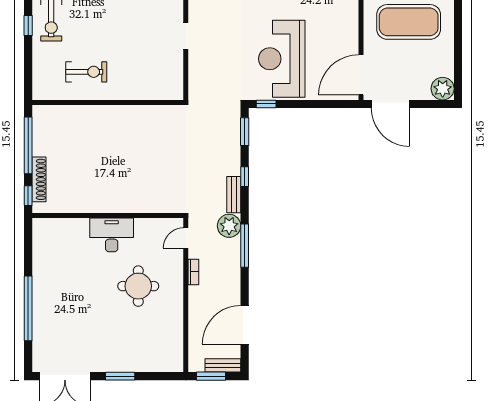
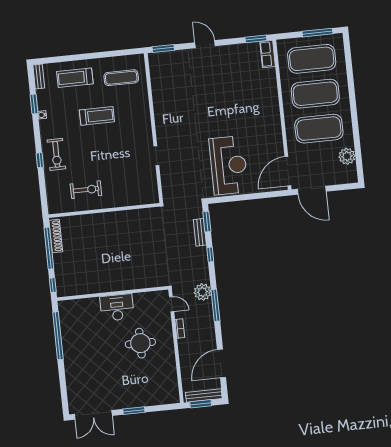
reception desk: (282, 59) -> (229, 165), turned 180
plant: (443, 89) -> (347, 156), moved
window: (266, 104) -> (221, 200), removed
shoe rack: (39, 179) -> (56, 236), moved
bench: (234, 195) -> (200, 232), moved
door: (186, 238) -> (172, 304), swing flipped
window: (28, 308) -> (58, 336), moved
bench: (223, 365) -> (204, 395), width x1.36

